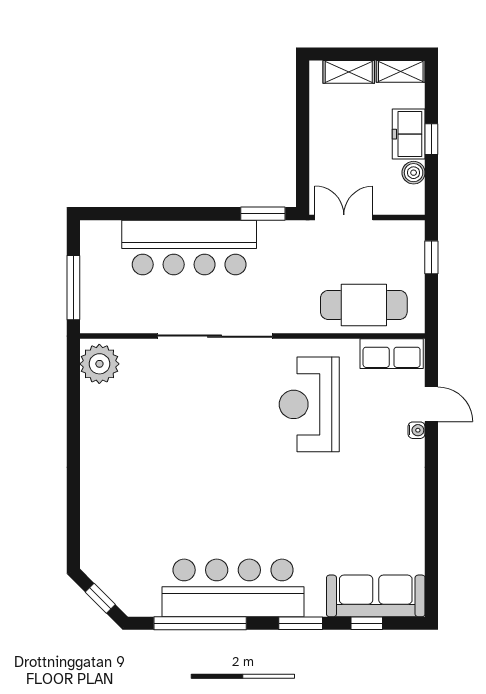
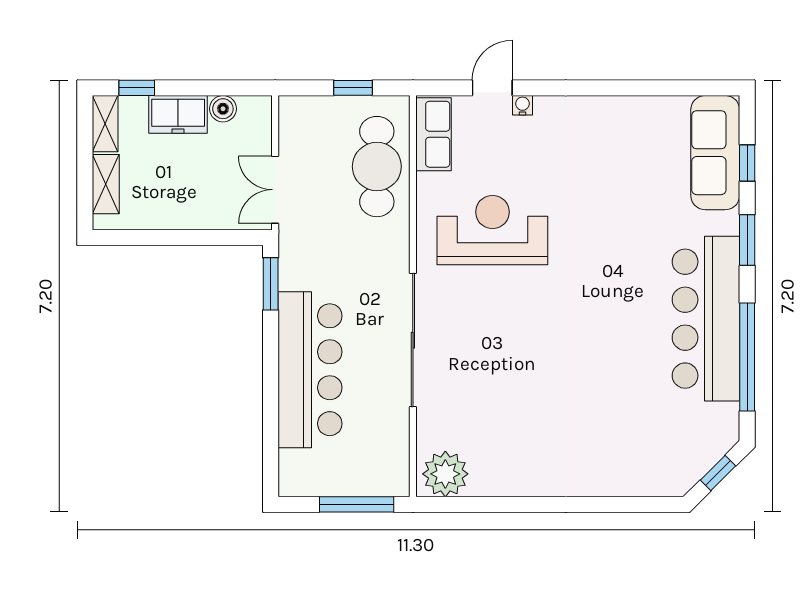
window: (431, 139) -> (137, 88), moved
window: (431, 257) -> (353, 88), moved
reception desk: (309, 404) -> (492, 230), turned 180

